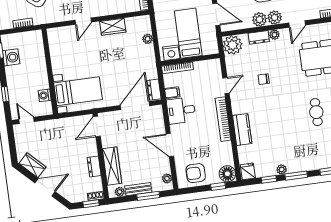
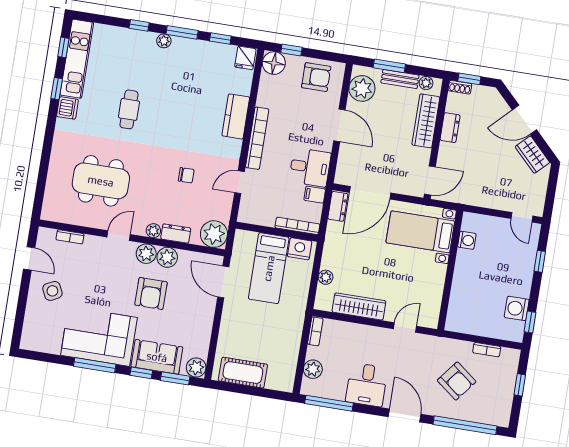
wardrobe: (113, 27) -> (359, 306), width x1.50
wall: (50, 71) -> (450, 270), moved
bed with nightstands: (78, 91) -> (420, 232), moved
washing machine: (45, 95) -> (467, 240), moved
plant: (282, 169) -> (164, 41), moved
plant: (167, 178) -> (362, 88), width x1.87, depth x1.87

